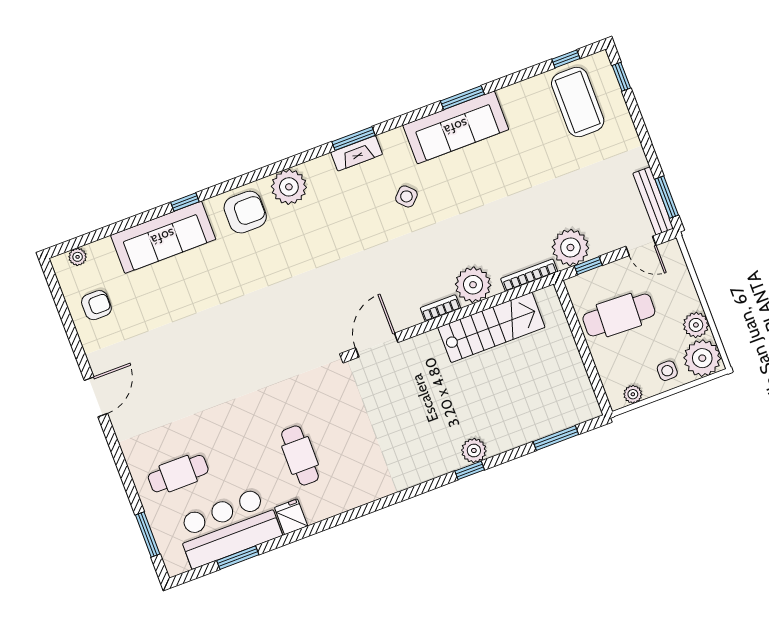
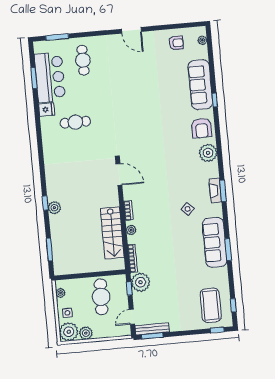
coffee table: (578, 102) -> (211, 305), turned 90
plant: (473, 285) -> (131, 230), width x0.53, depth x0.53
armchair: (96, 305) -> (176, 43), turned -90

